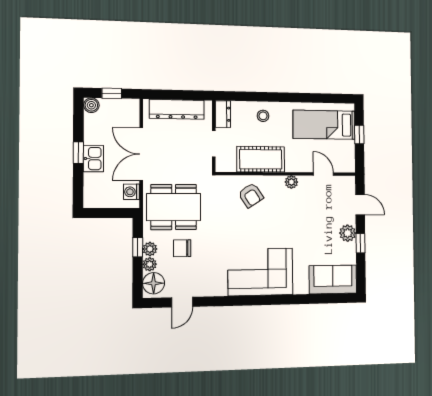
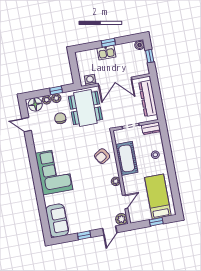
double door: (141, 154) -> (115, 81), swing flipped
plant: (348, 233) -> (121, 219), moved

